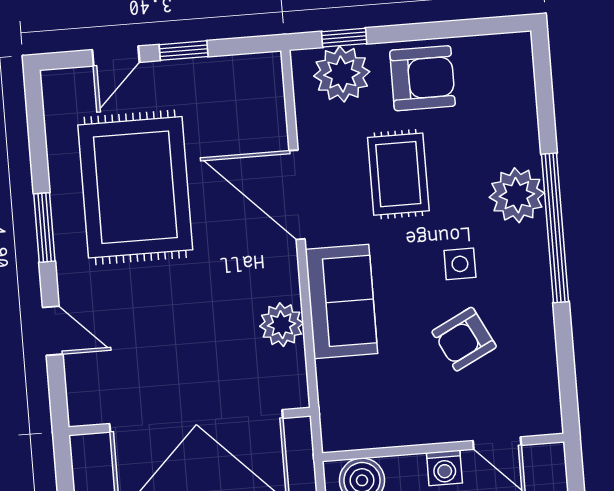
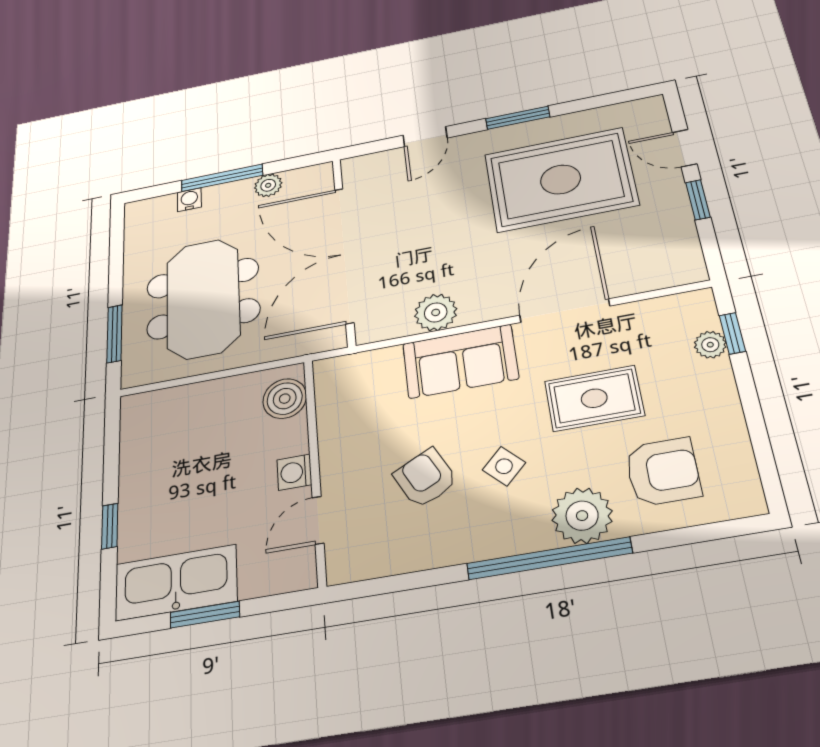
plant: (342, 74) -> (710, 345), width x0.53, depth x0.53
armchair: (422, 78) -> (663, 472), moved, turned -90
side table: (460, 264) -> (504, 466), turned 45

